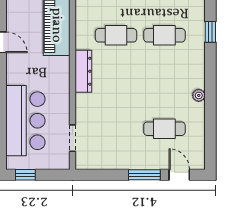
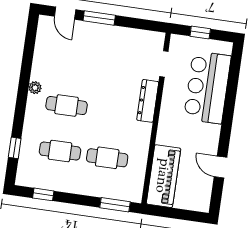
dresser: (83, 71) -> (148, 101), moved
cafe table: (164, 129) -> (67, 106), moved
window: (25, 175) -> (200, 33), moved

